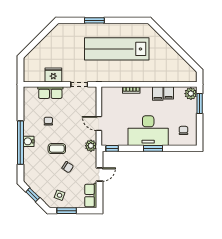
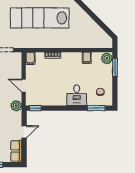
filing cabinet: (158, 93) -> (30, 58), moved
desk: (148, 131) -> (77, 95), width x0.53, depth x0.77
window: (153, 148) -> (96, 108), moved

